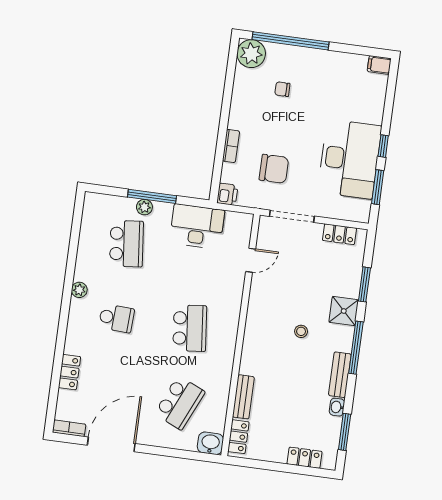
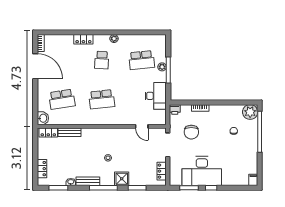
locker: (69, 372) -> (83, 39), moved
school desk: (180, 403) -> (62, 99), turned -33

